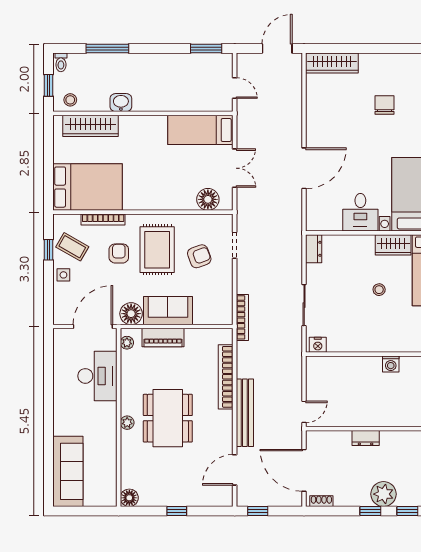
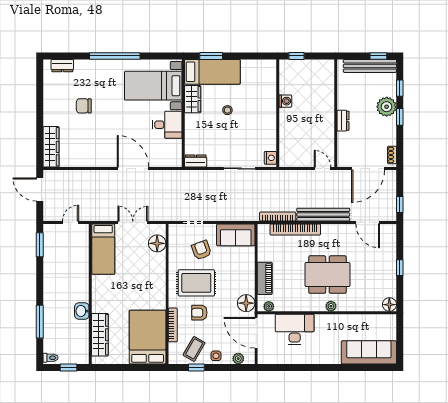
stool: (70, 100) -> (80, 350), removed
plant: (60, 304) -> (238, 359), added
sofa: (168, 311) -> (236, 235), moved, turned -90
bookcase: (242, 317) -> (278, 217), moved

